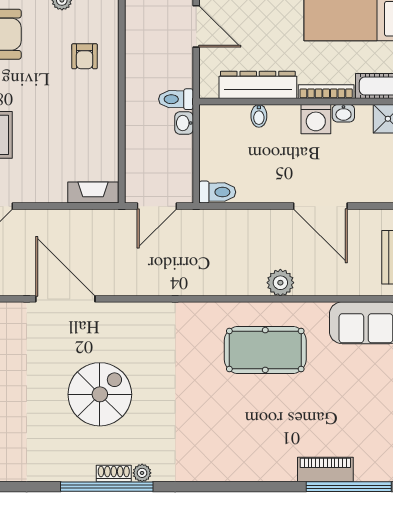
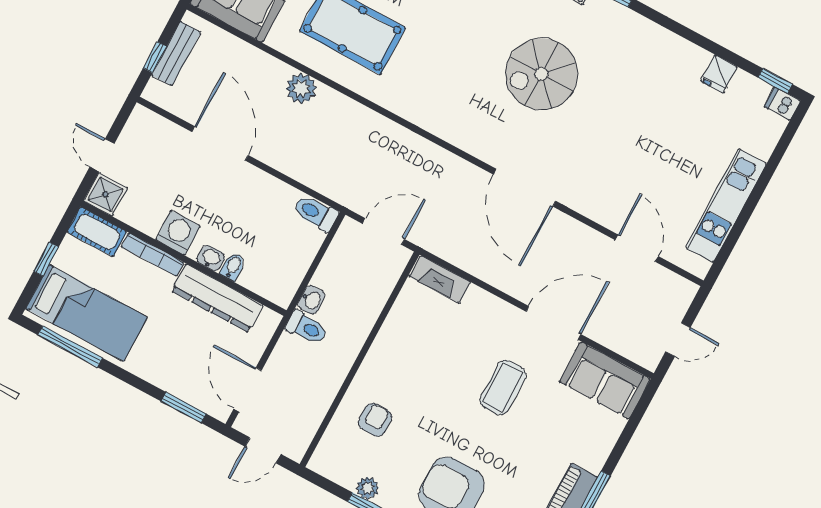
washbasin: (343, 113) -> (211, 258), moved

